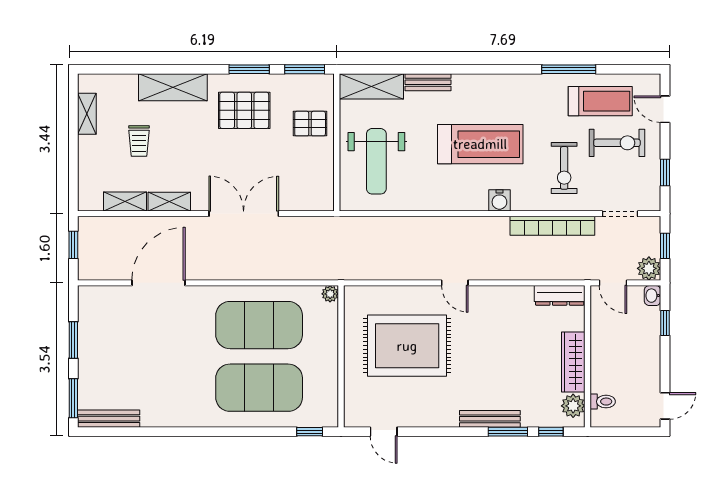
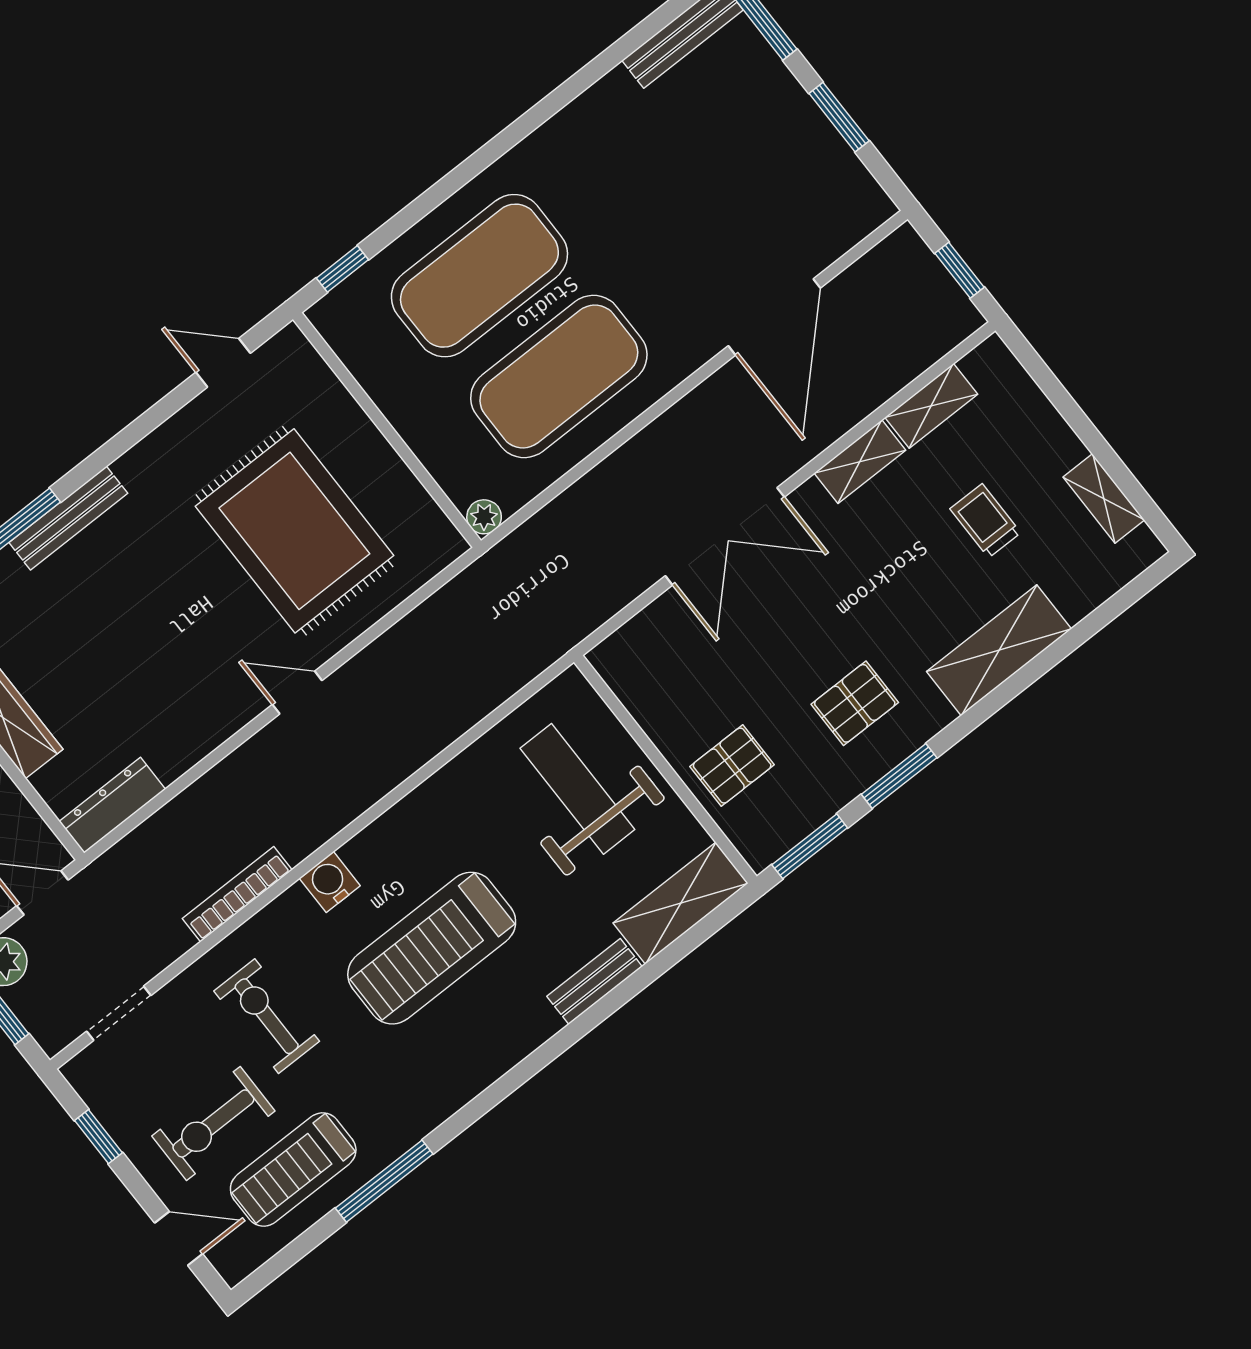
pallet: (244, 110) -> (855, 703), width x0.67, depth x0.71
bookcase: (552, 226) -> (237, 894), width x0.68, depth x0.76
rug: (407, 346) -> (294, 531), turned 90

